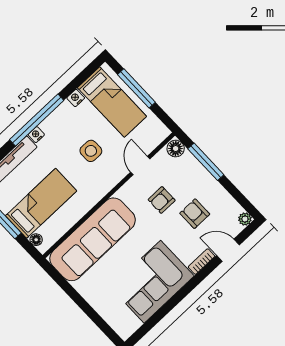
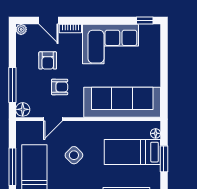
side table: (91, 151) -> (74, 155), turned 45
window: (142, 332) -> (145, 21), added

